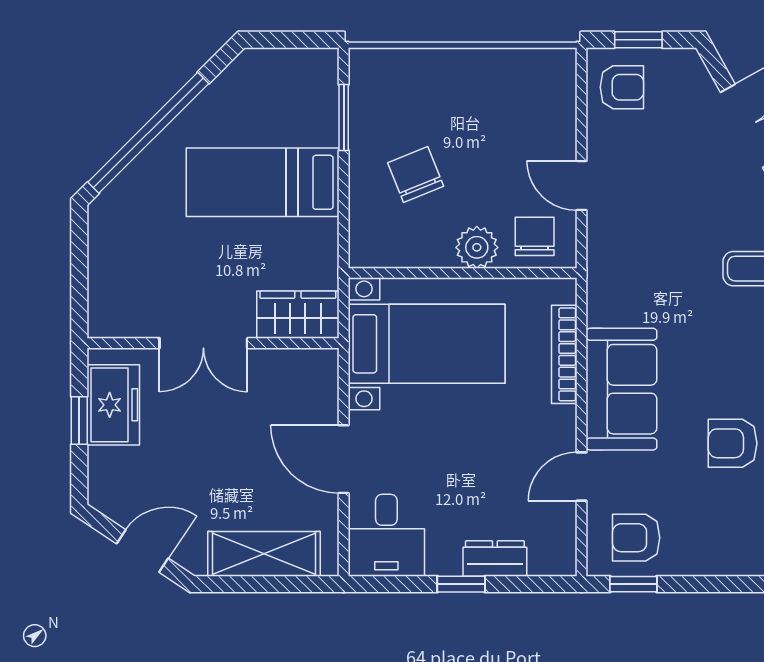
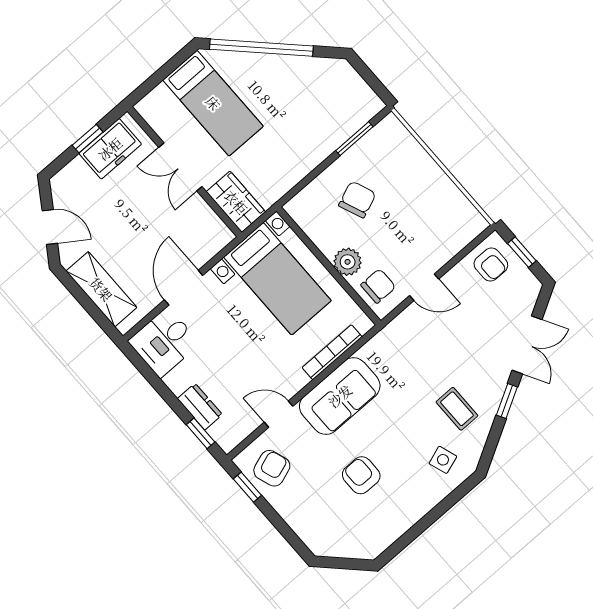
bed: (263, 182) -> (213, 103), moved, turned 180
door: (582, 185) -> (424, 287), swing flipped
armchair: (636, 538) -> (272, 468), turned 71
window: (461, 584) -> (201, 433), moved

